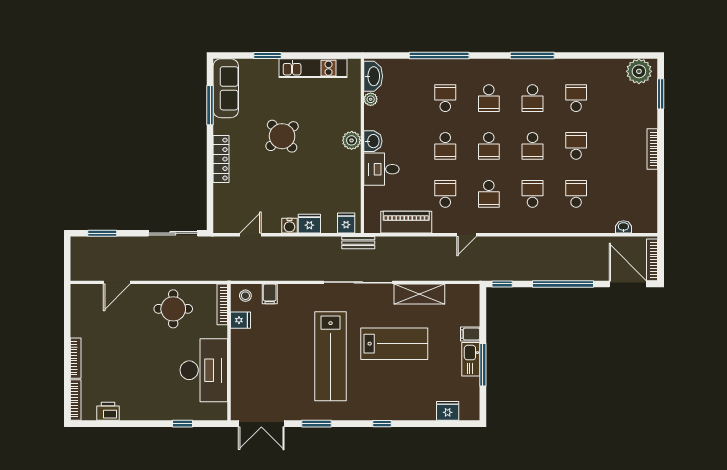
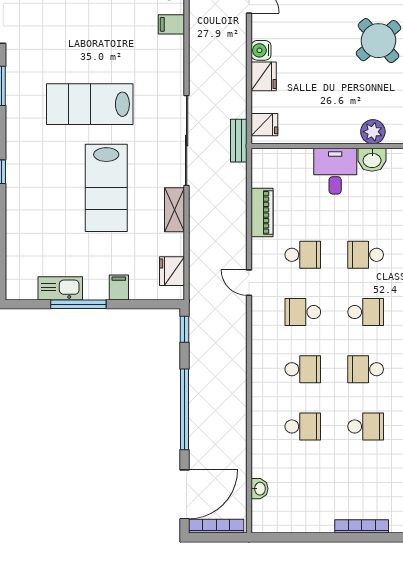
school desk: (489, 146) -> (366, 312), turned 180
piano: (406, 222) -> (262, 212), width x0.73, depth x0.75
shelving: (419, 294) -> (175, 210), width x0.67, depth x0.75
lab bench: (331, 356) -> (90, 104), width x0.73
kitchen sink: (471, 359) -> (60, 288), moved
fridge: (448, 411) -> (172, 271), moved, turned 180

